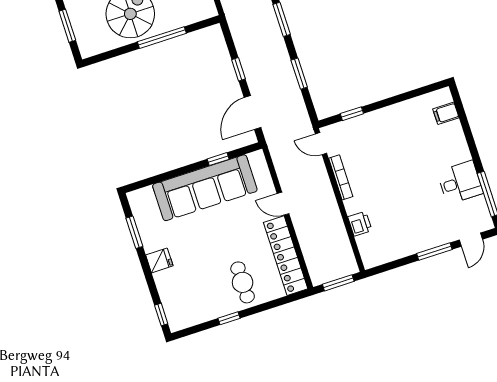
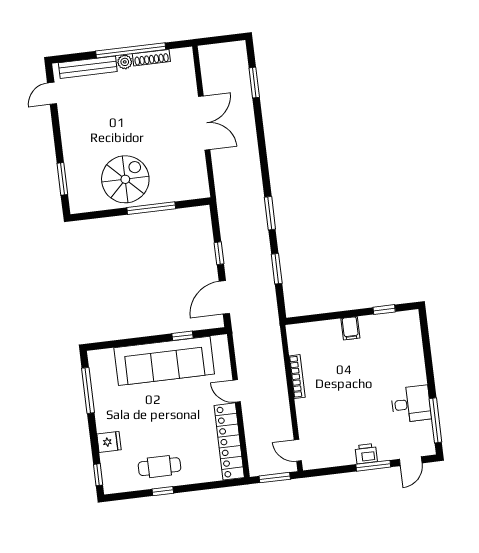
filing cabinet: (446, 113) -> (350, 328), moved, turned -90
window: (352, 114) -> (384, 310), moved
door: (321, 144) -> (298, 450), moved
printer: (360, 224) -> (366, 454), moved, turned -90
window: (134, 232) -> (88, 390), width x1.44
fridge: (159, 260) -> (109, 442), moved
cafe table: (243, 282) -> (159, 467), moved, turned 90

